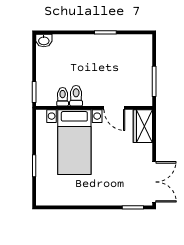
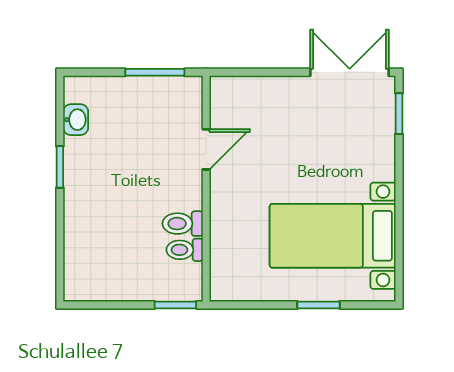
washbasin: (44, 41) -> (76, 120), moved
wardrobe: (143, 126) -> (241, 94), removed
bed with nightstands: (74, 142) -> (333, 236), moved, turned 180

